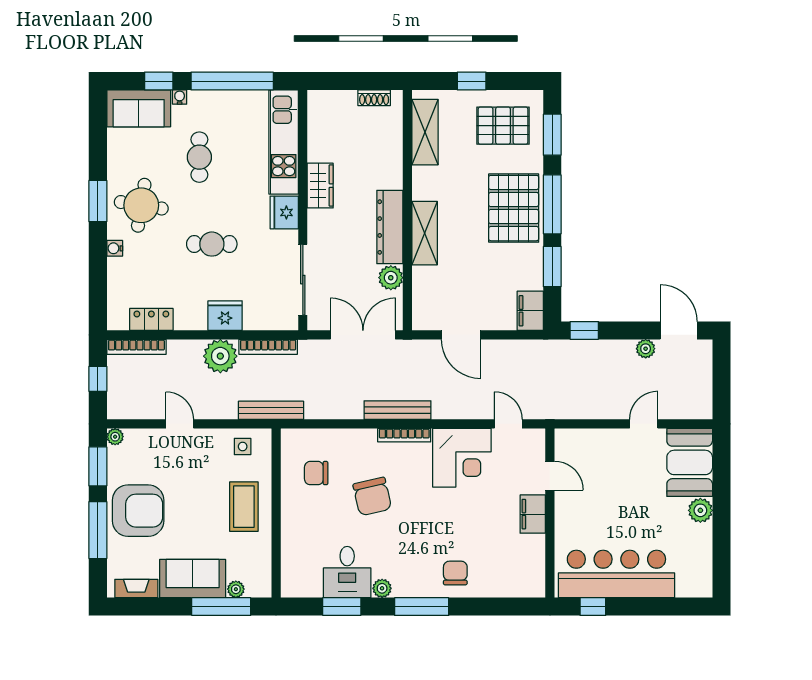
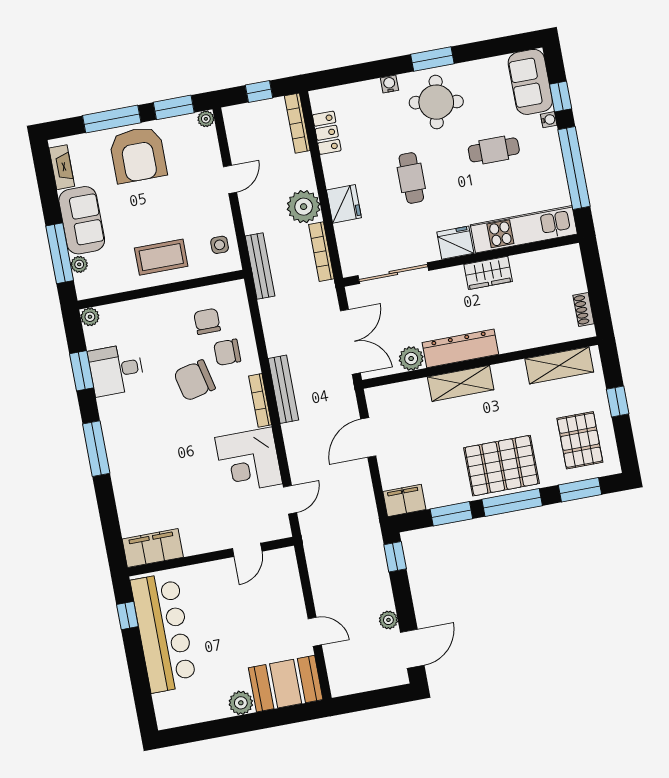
filing cabinet: (533, 514) -> (153, 548), moved, width x1.50, depth x1.17
chair: (455, 573) -> (227, 352), moved, turned 180
plant: (382, 588) -> (90, 317), moved

